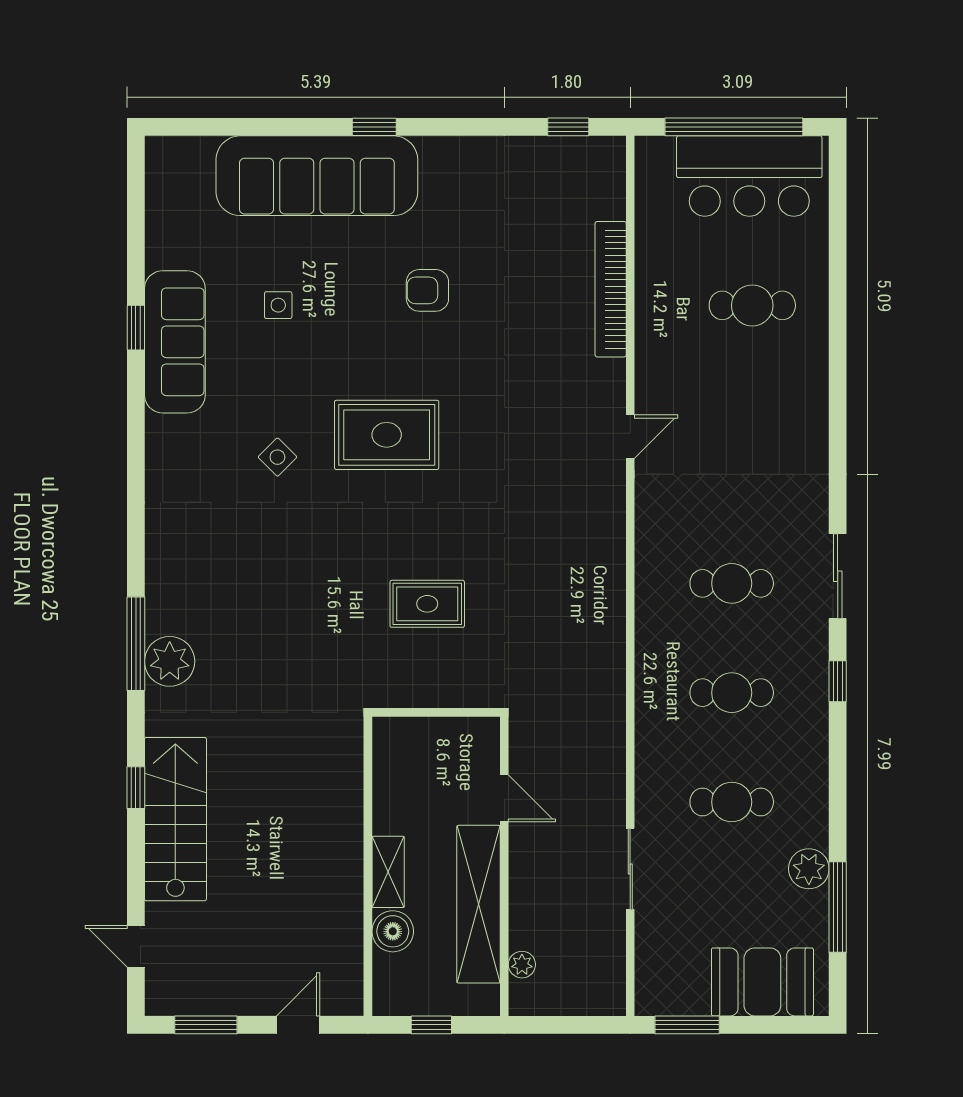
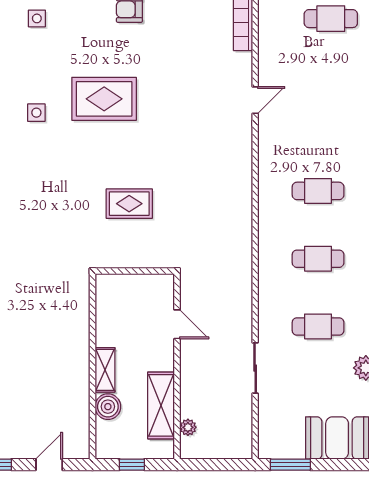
side table: (277, 457) -> (36, 113), turned 45
shelving: (479, 904) -> (161, 405), width x0.68

